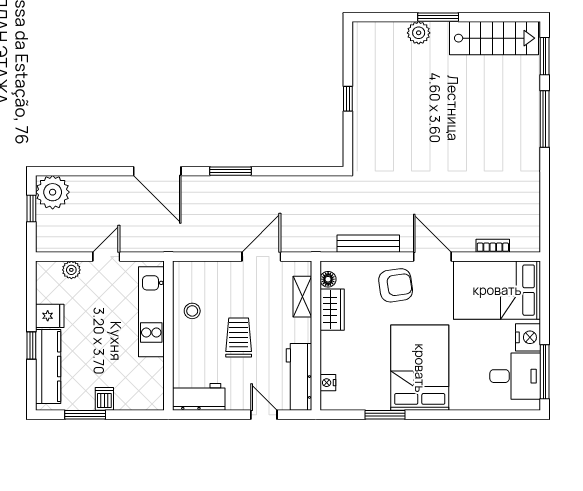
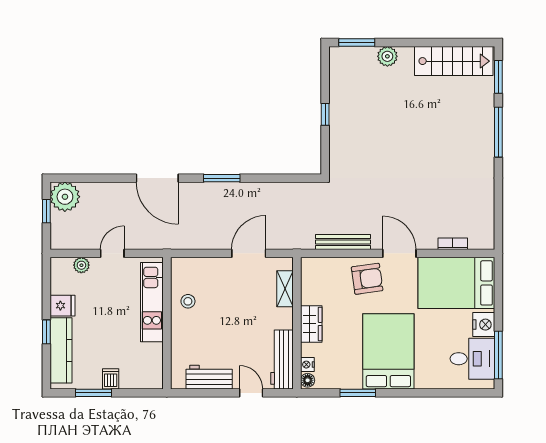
window: (438, 17) -> (357, 43), moved
floor lamp: (328, 279) -> (308, 380), moved
wardrobe: (332, 310) -> (311, 324), moved
trolley: (239, 338) -> (229, 325), removed
workbench: (199, 397) -> (209, 377), moved

